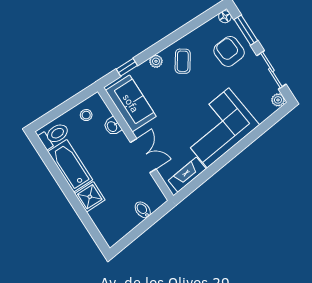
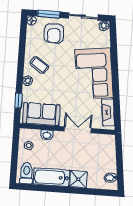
armchair: (229, 51) -> (54, 33), turned -85
bidet: (143, 210) -> (111, 178), moved

